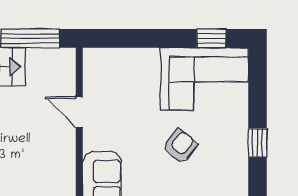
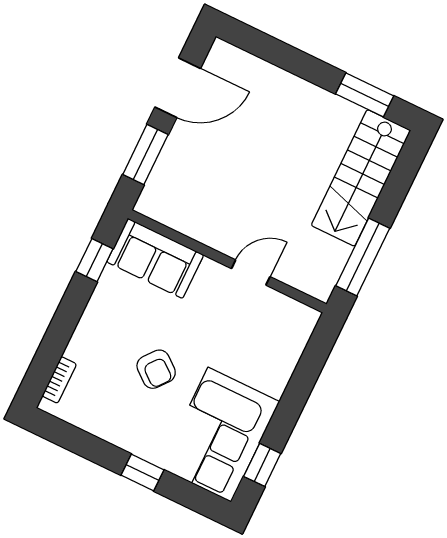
window: (257, 143) -> (143, 472), moved

